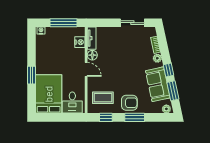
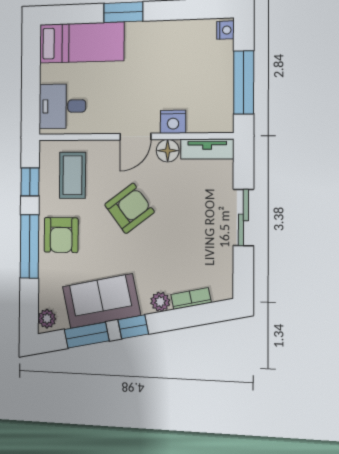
sliding door: (132, 23) -> (243, 217), moved
nightstand: (80, 42) -> (173, 122), moved
armchair: (117, 72) -> (129, 208), added
bed: (49, 94) -> (82, 43), width x0.67
window: (135, 117) -> (29, 246), width x1.44

